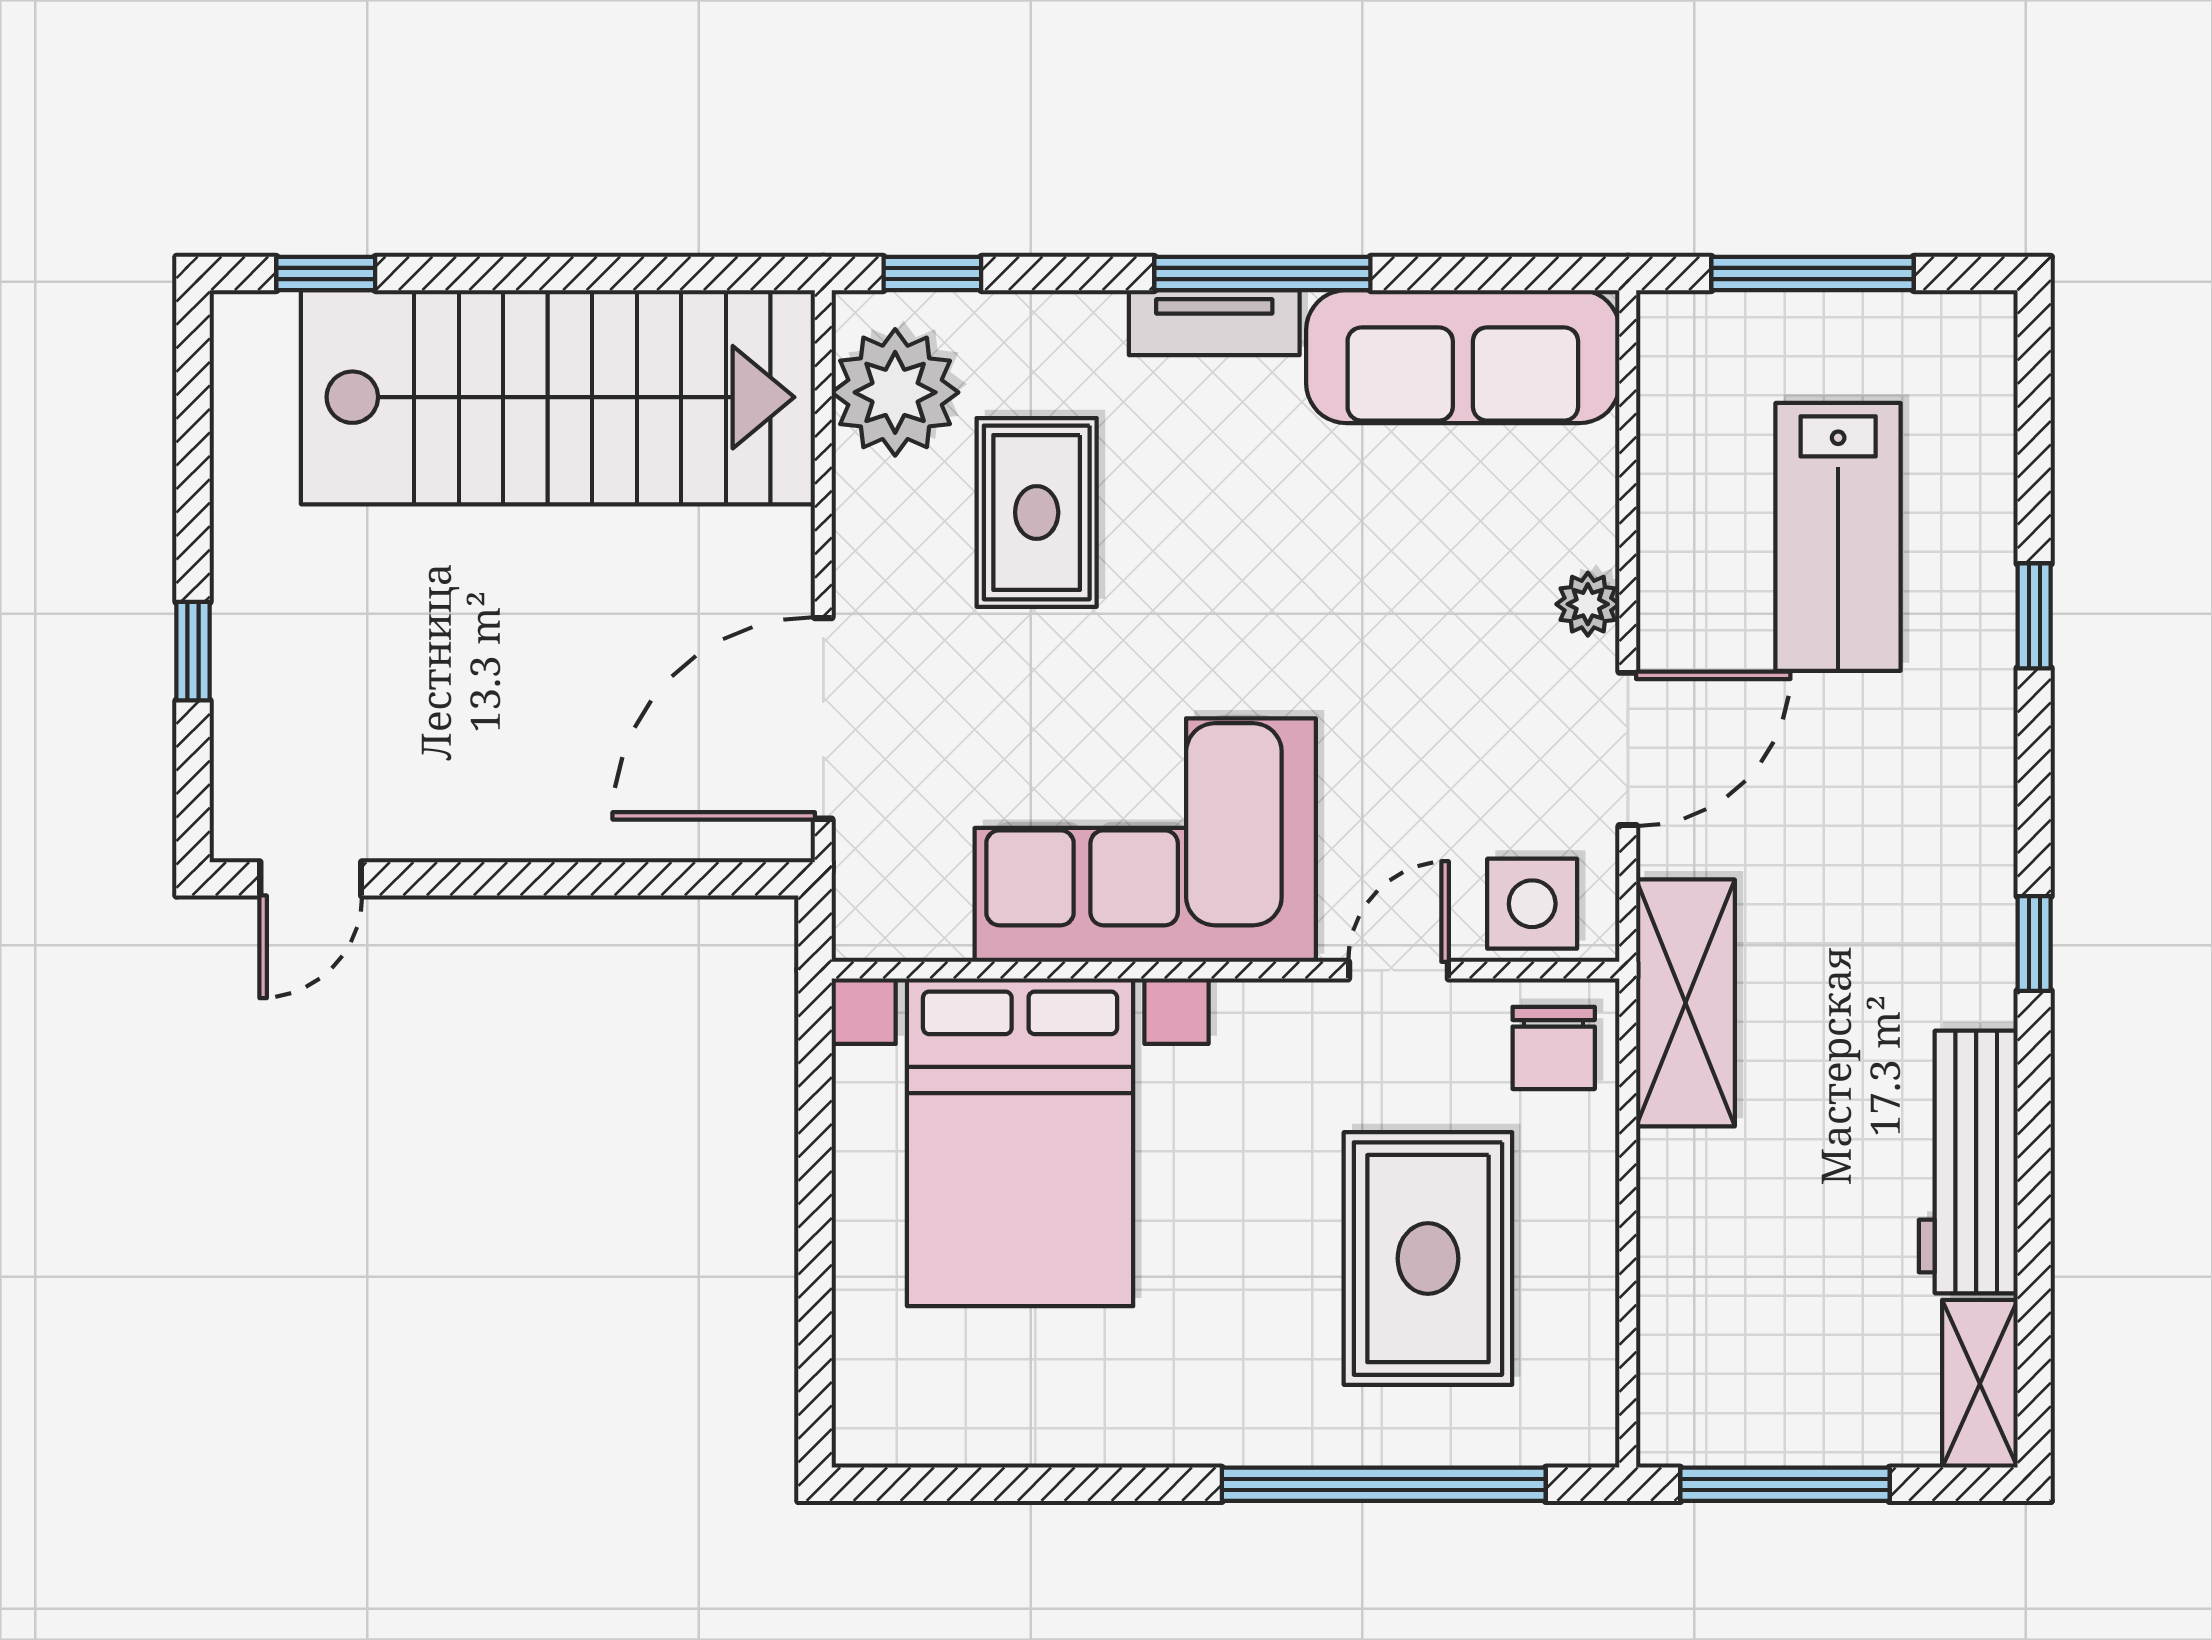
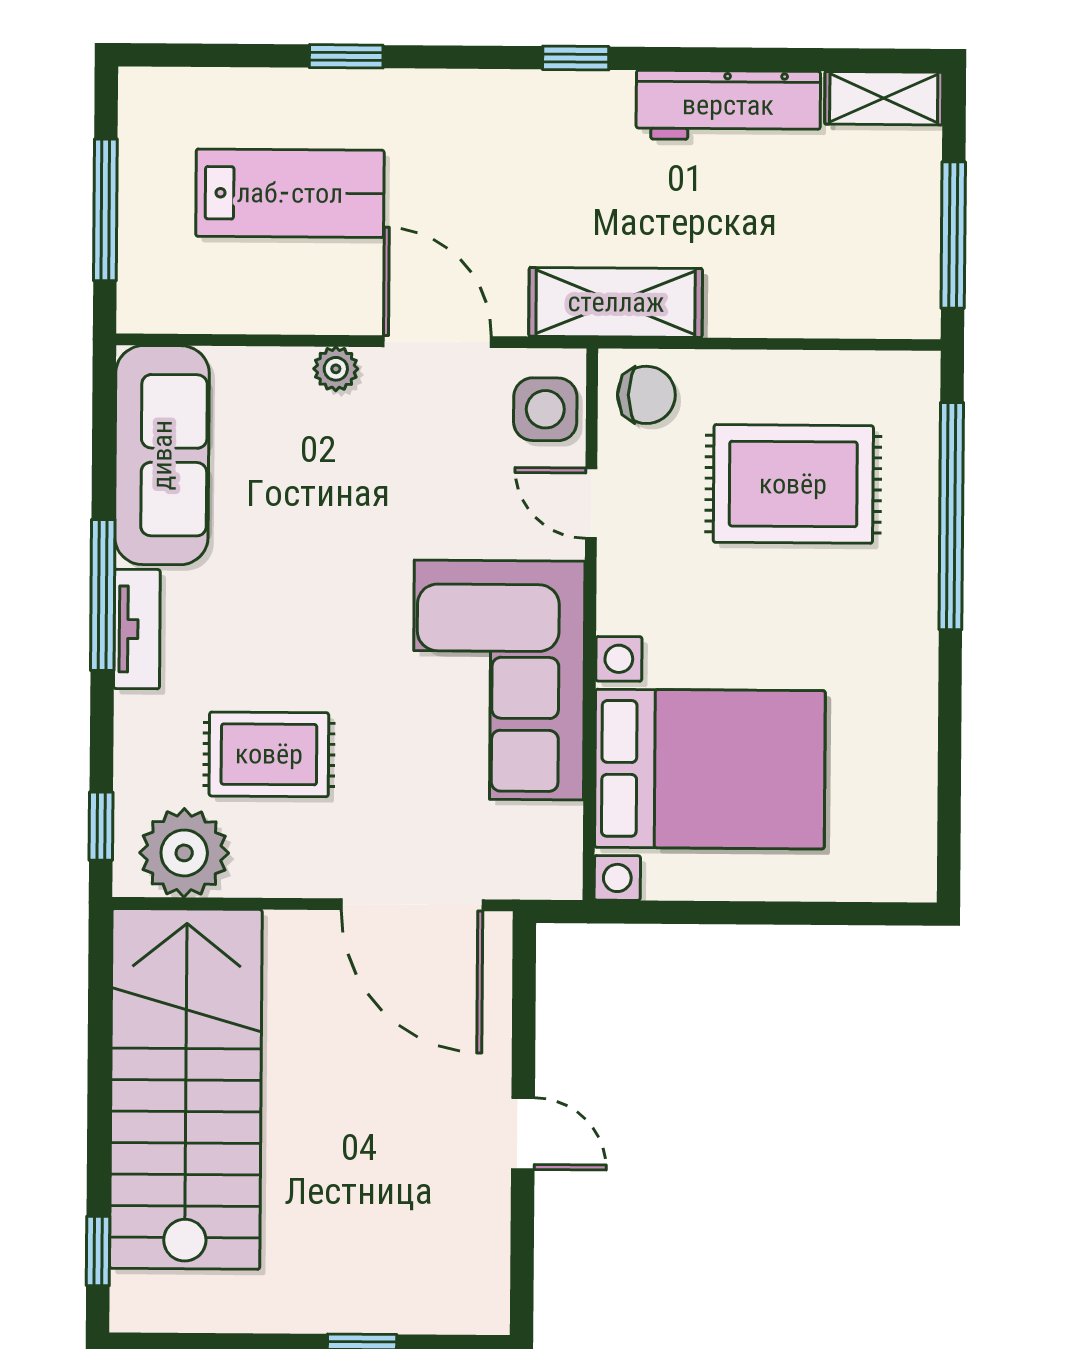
door: (311, 879) -> (523, 1133), moved

